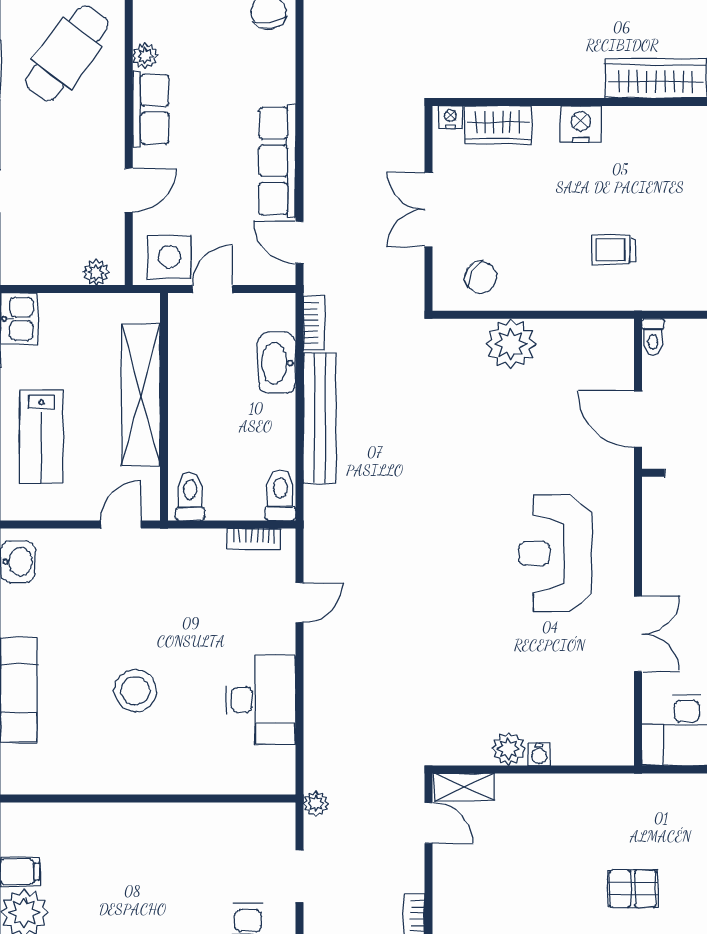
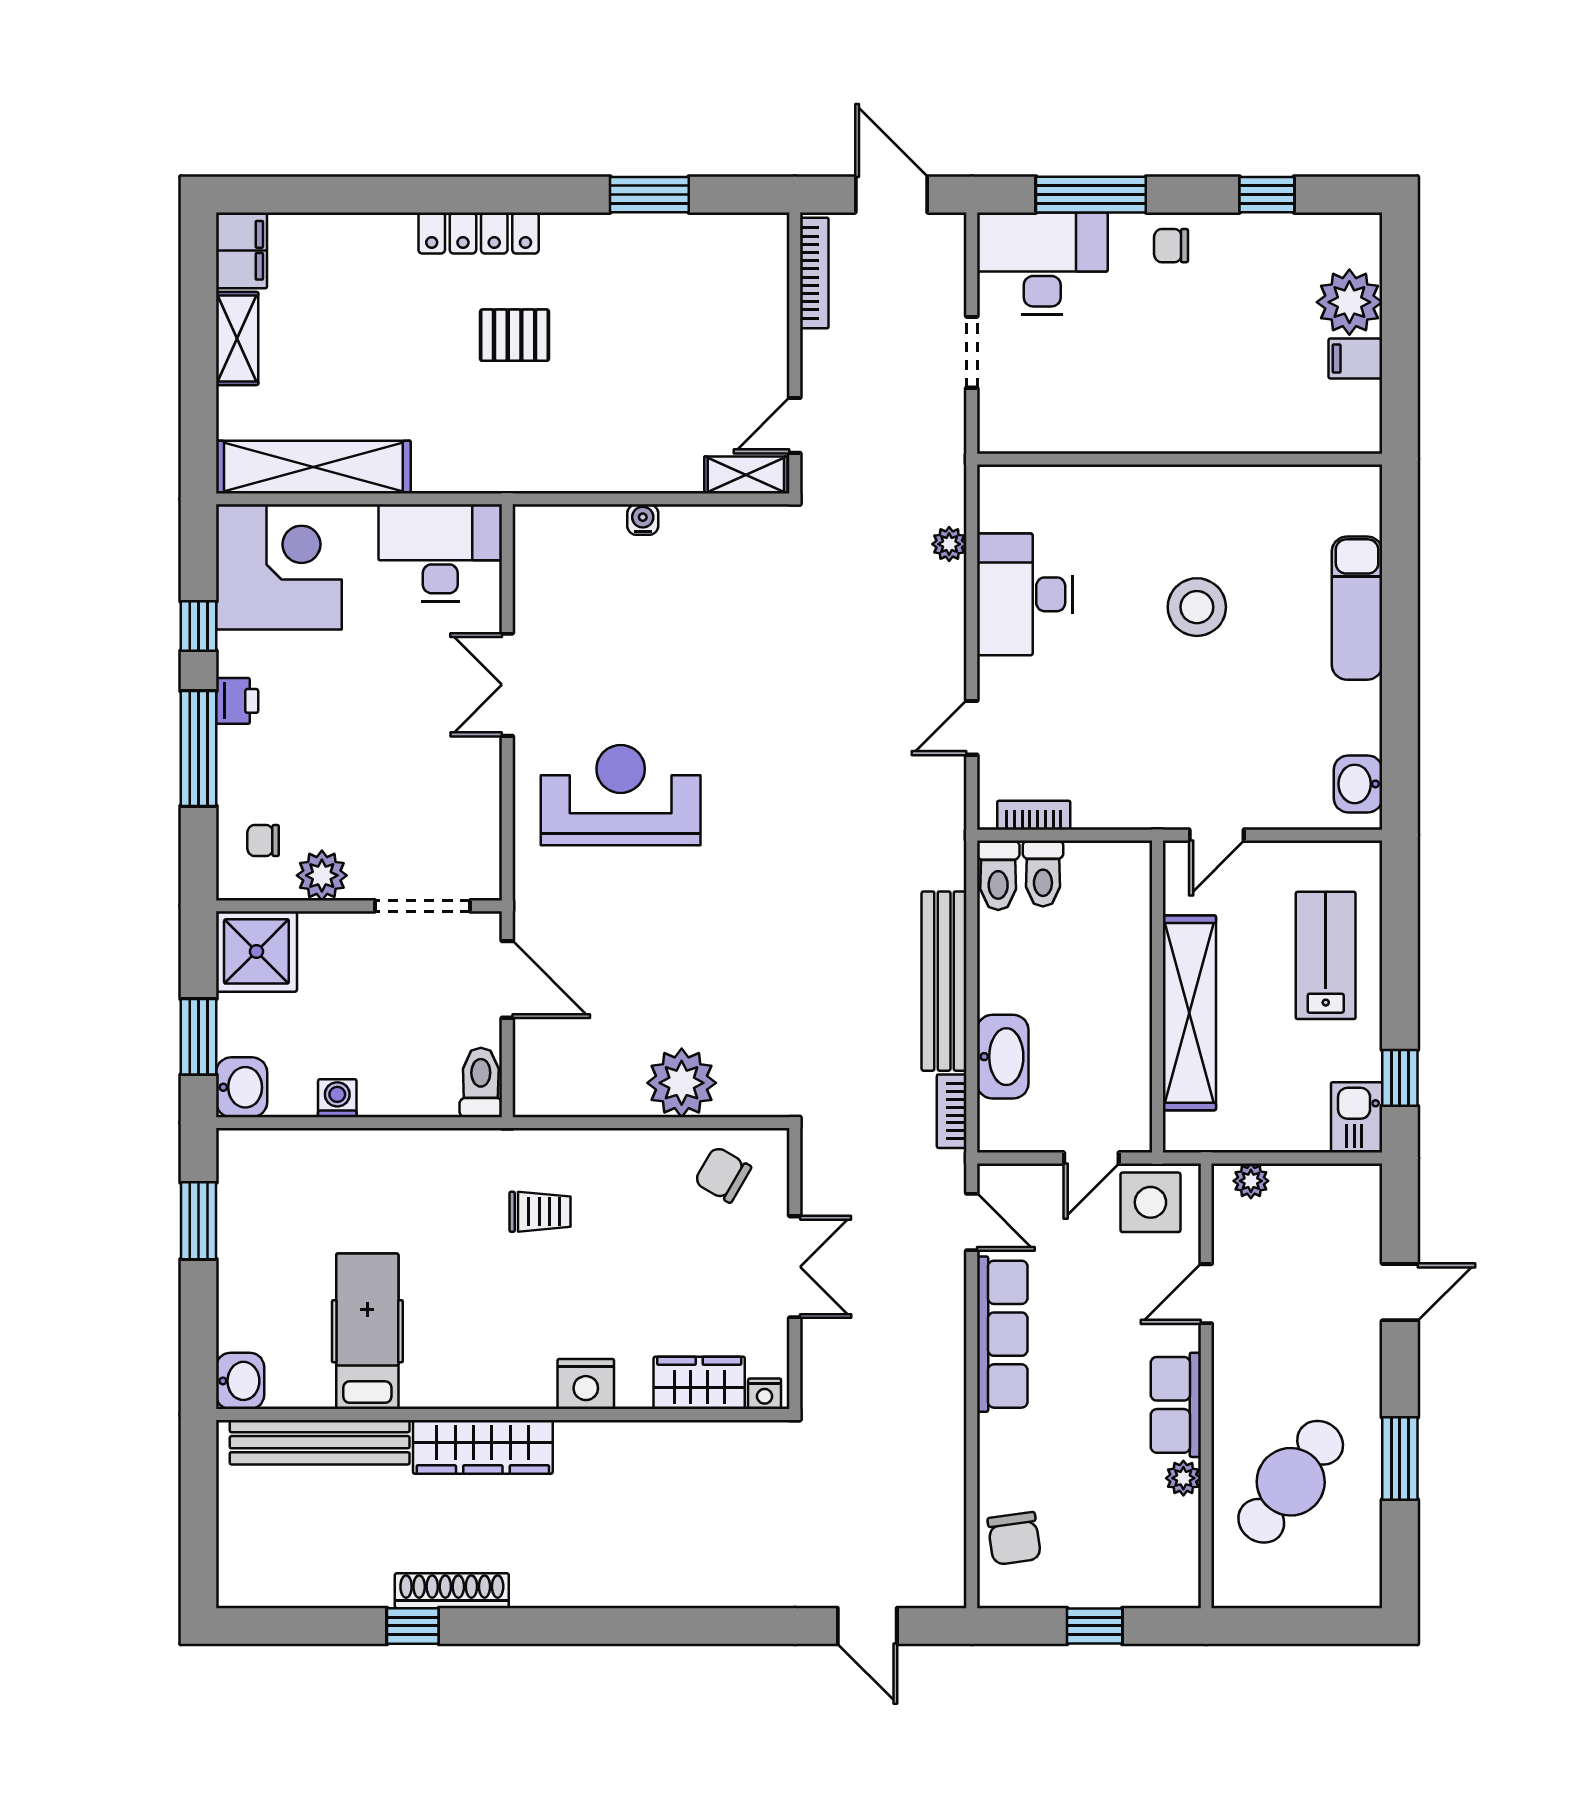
toilet: (653, 337) -> (481, 1082), width x1.37, depth x1.39
toilet: (190, 496) -> (1043, 874), moved
reception desk: (555, 554) -> (621, 795), turned -90
plant: (509, 749) -> (685, 527), removed
plant: (316, 804) -> (949, 544), moved
door: (428, 823) -> (795, 425), hinge flipped

